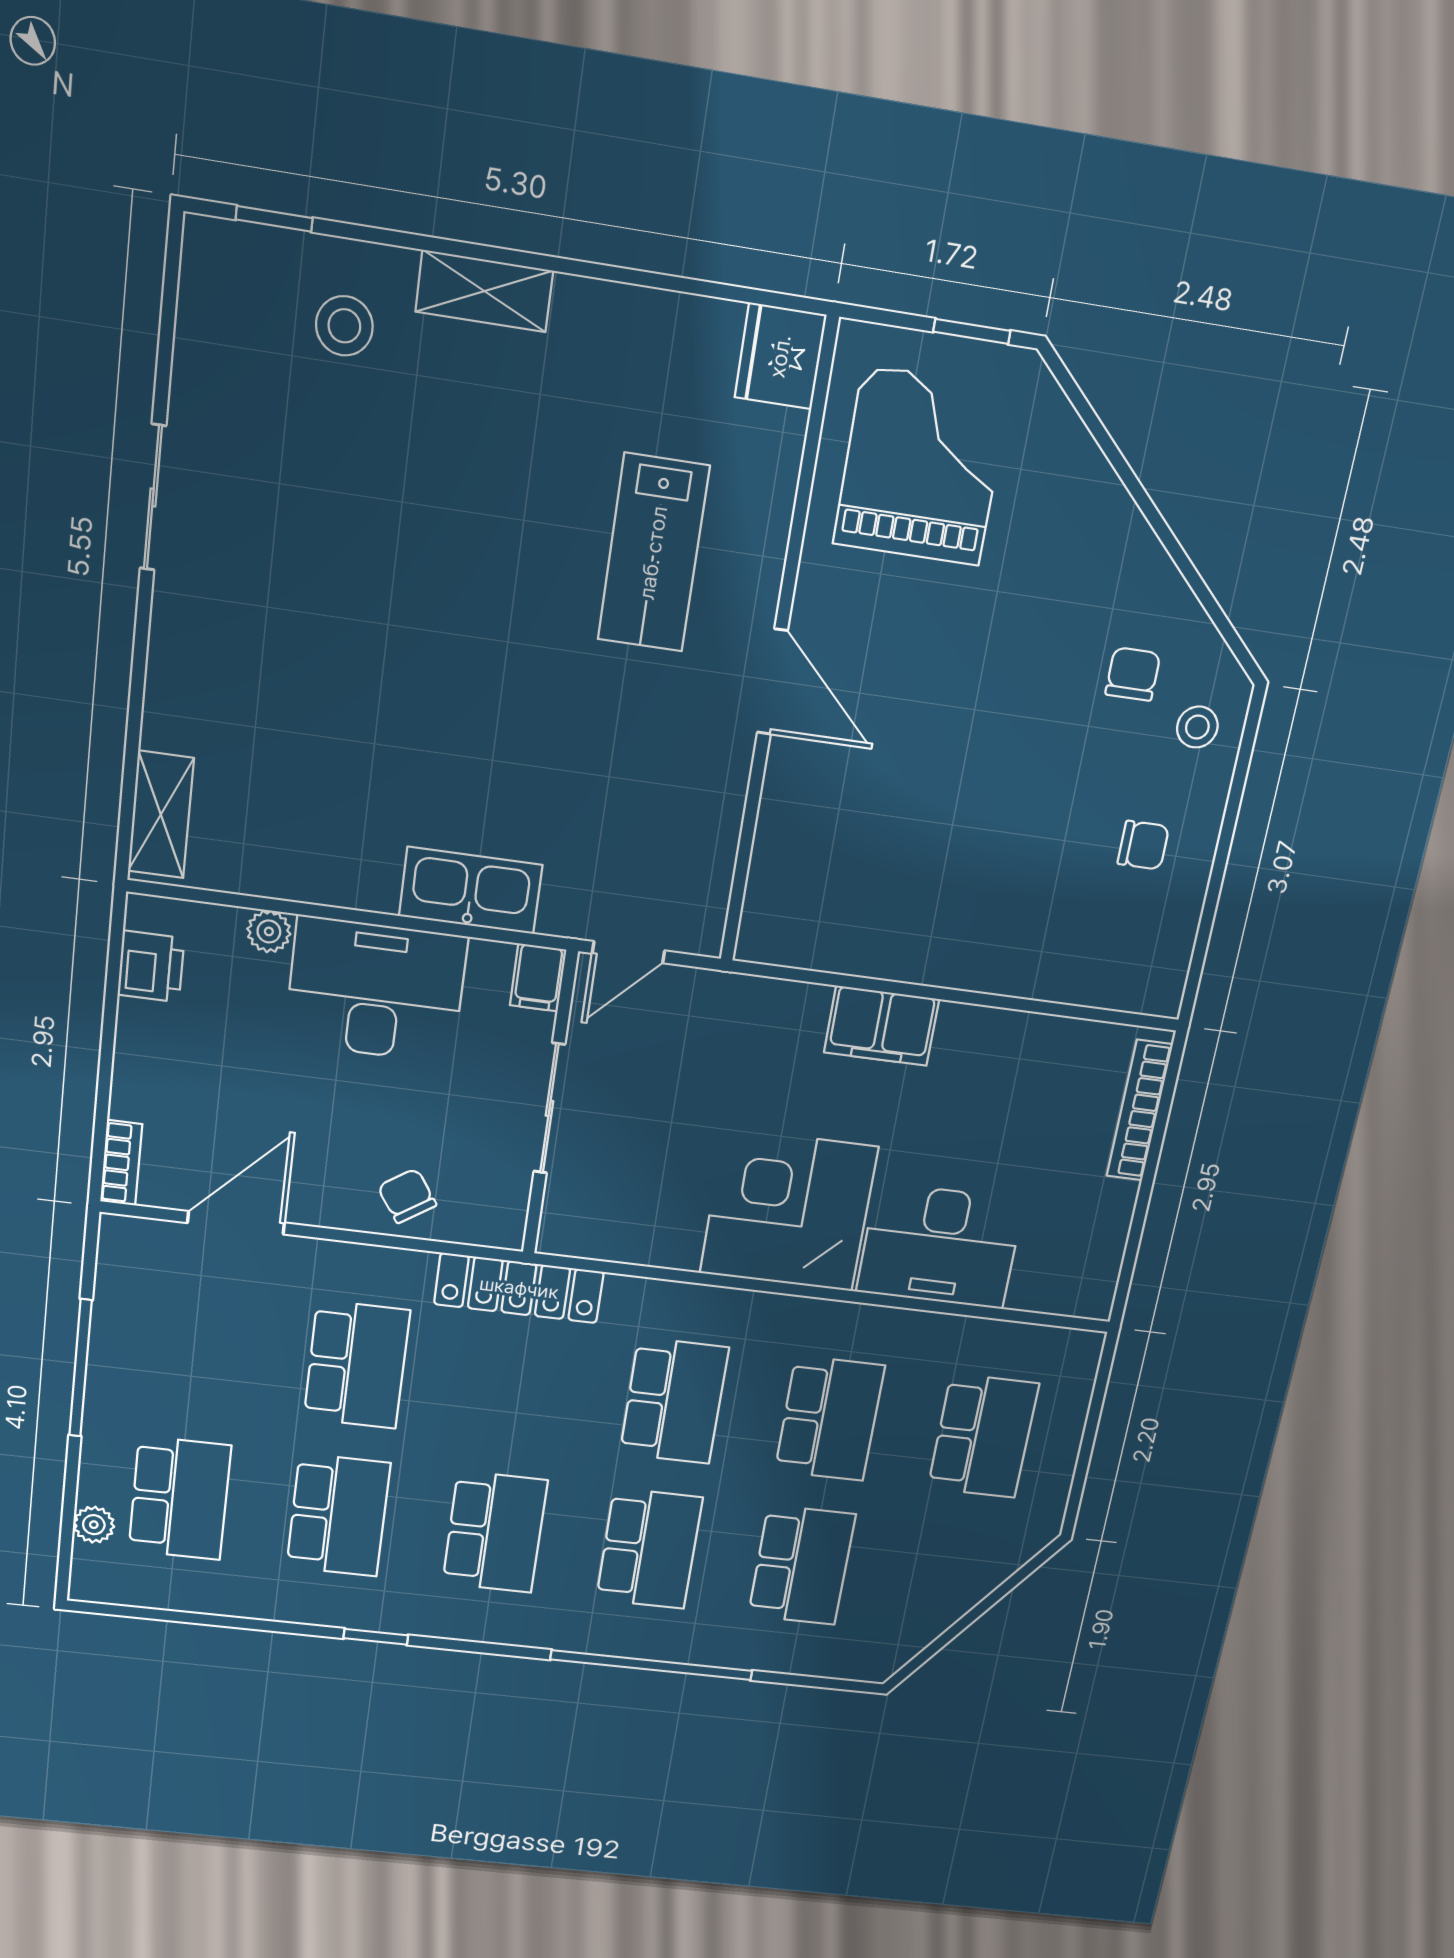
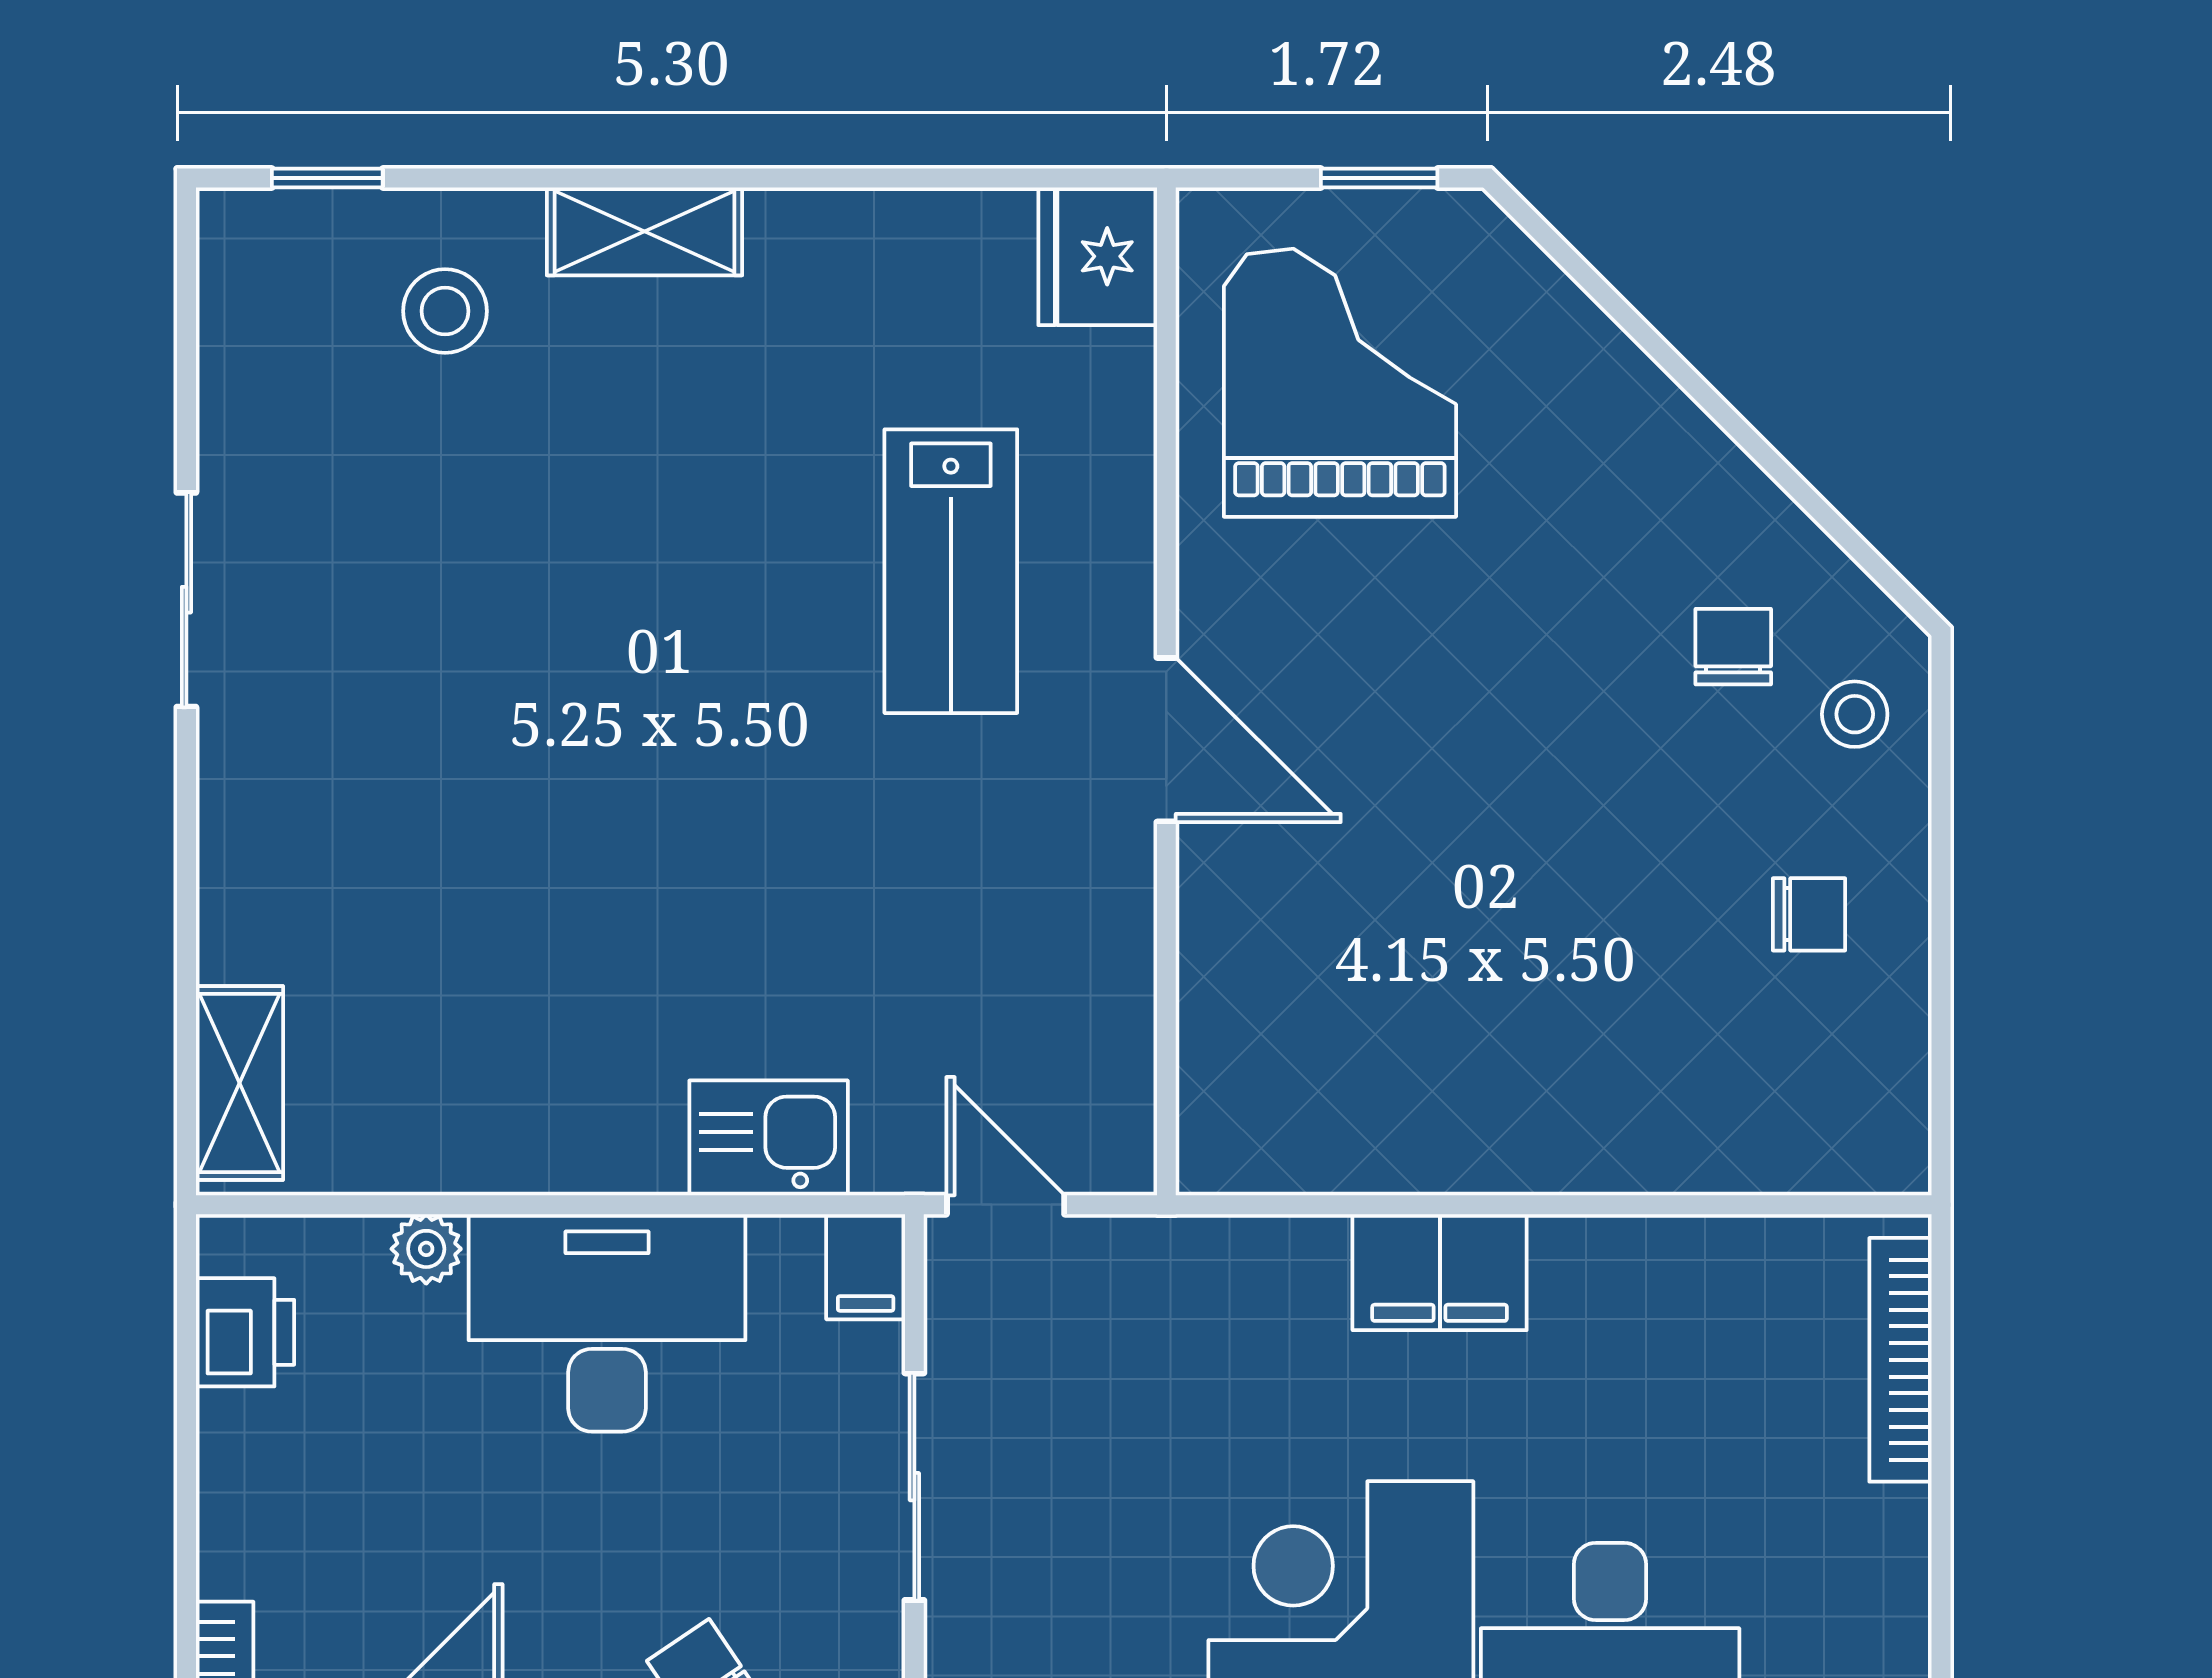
kitchen sink: (471, 891) -> (769, 1138), width x0.73
door: (628, 952) -> (1006, 1205), swing flipped

